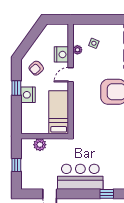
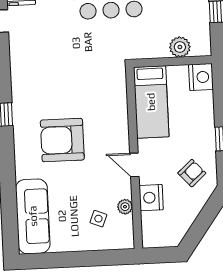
door: (71, 75) -> (134, 165), swing flipped
nightstand: (28, 95) -> (201, 77), moved

